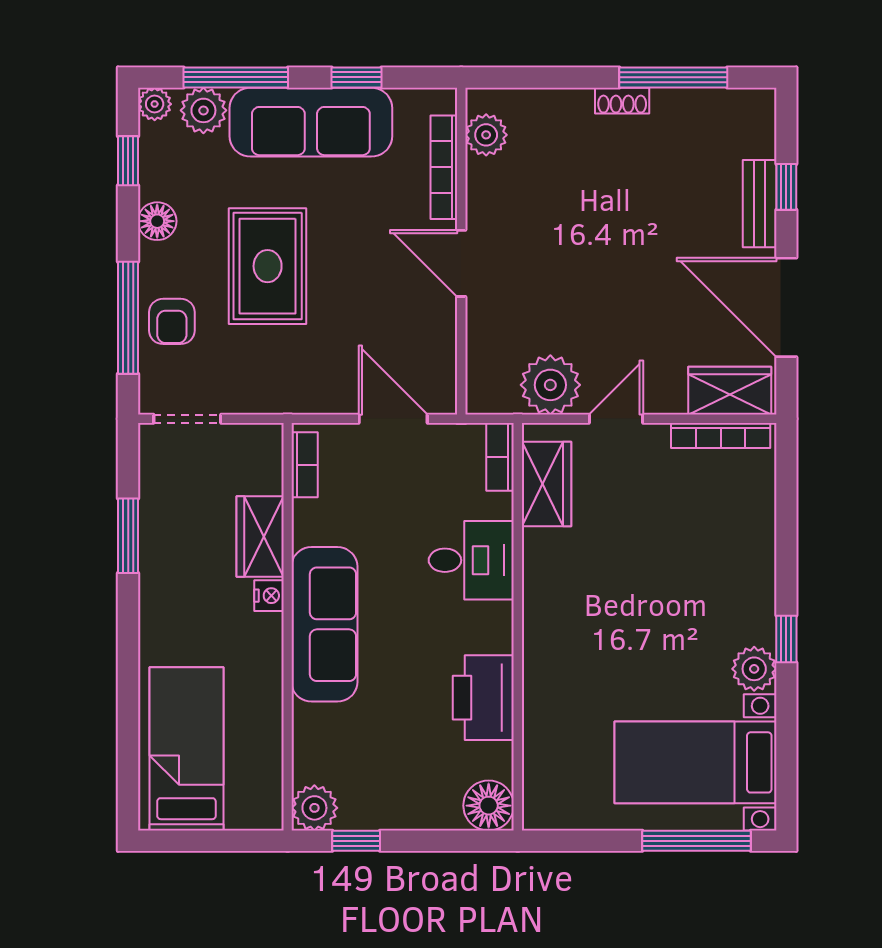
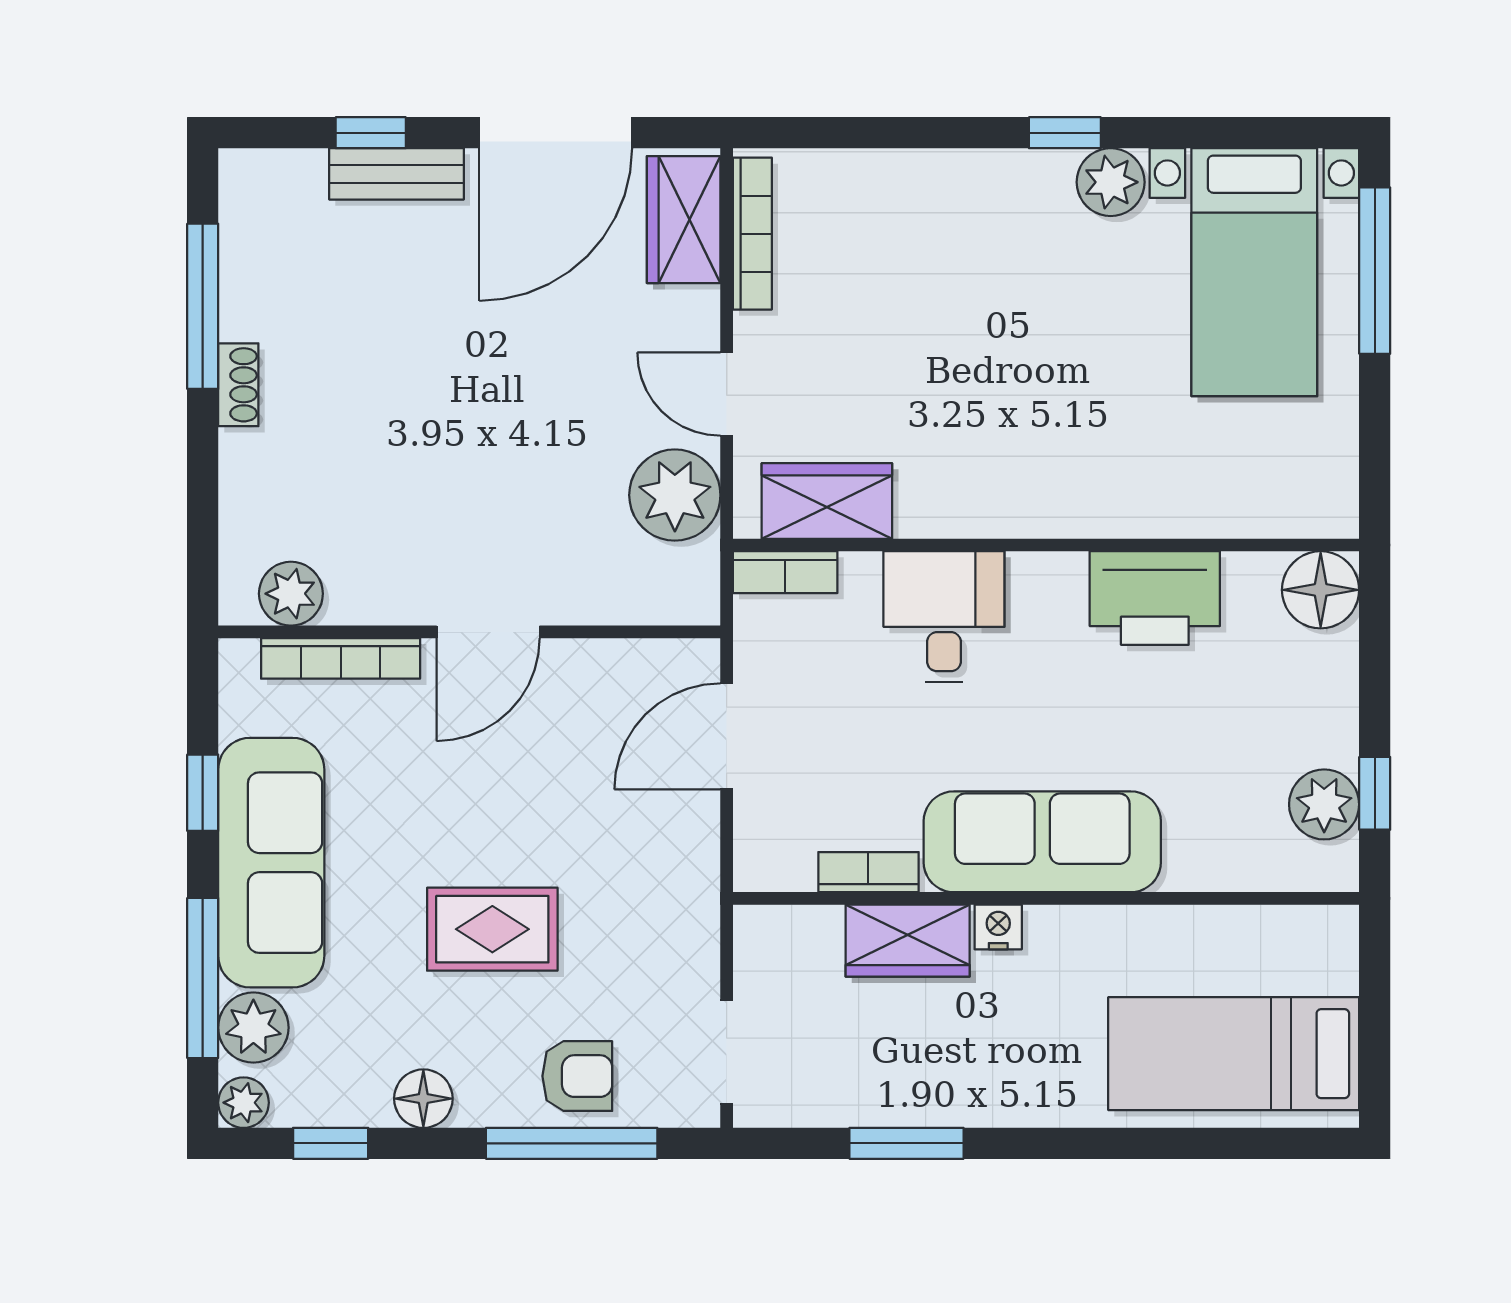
rug: (268, 266) -> (492, 929), width x0.73, depth x0.70
bookcase: (305, 465) -> (868, 872), moved
plant: (314, 808) -> (1324, 804), moved

